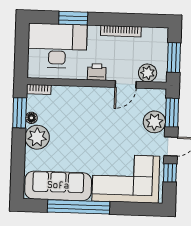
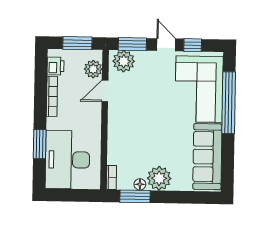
printer: (97, 72) -> (56, 66), moved, turned 180
door: (126, 84) -> (105, 91), swing flipped
plant: (154, 122) -> (124, 61), moved
window: (79, 207) -> (229, 103), moved

